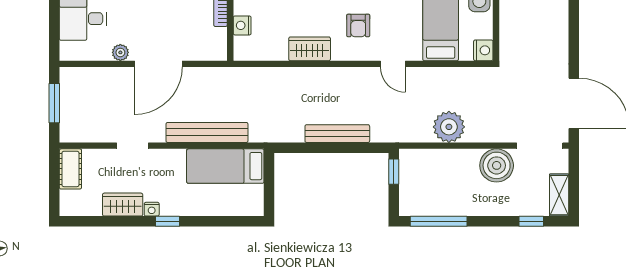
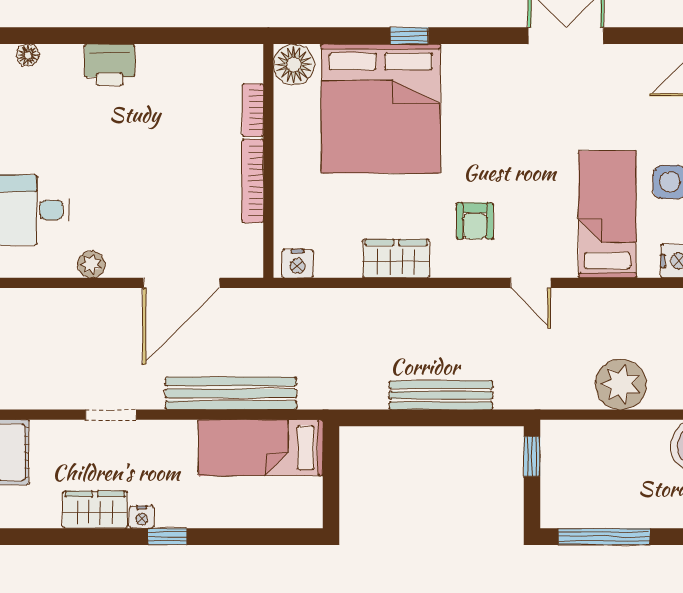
nightstand: (242, 25) -> (298, 264), moved, turned -90
door: (158, 64) -> (181, 283), moved

